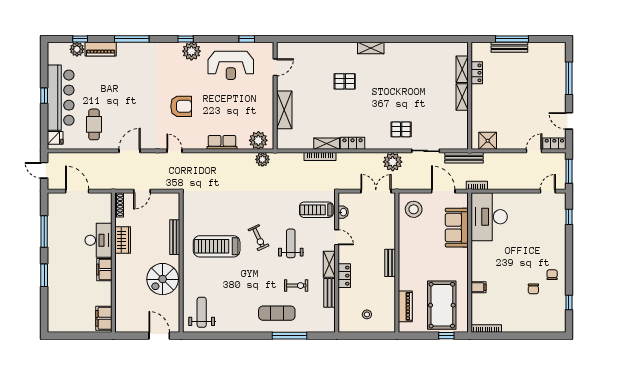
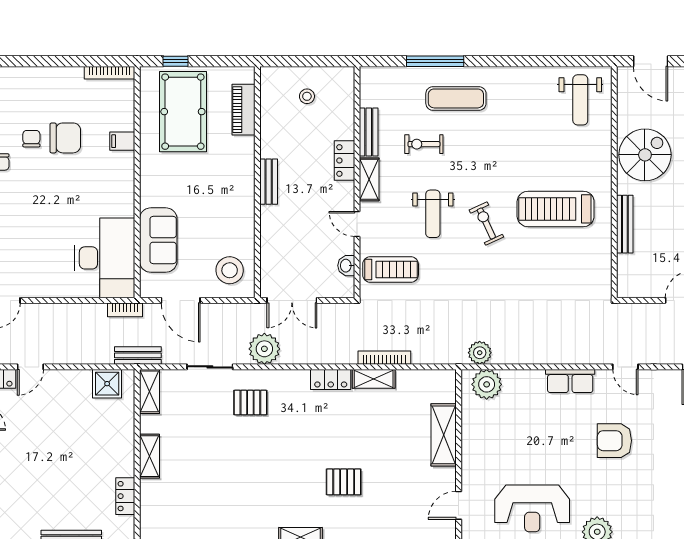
reception desk: (231, 65) -> (532, 508), turned 180
shelving: (462, 69) -> (150, 391), moved
row of seats: (222, 142) -> (570, 381), moved
bench: (464, 158) -> (138, 355), width x0.73
treadmill: (217, 246) -> (556, 209), turned 180
chair: (513, 289) -> (65, 138), added

